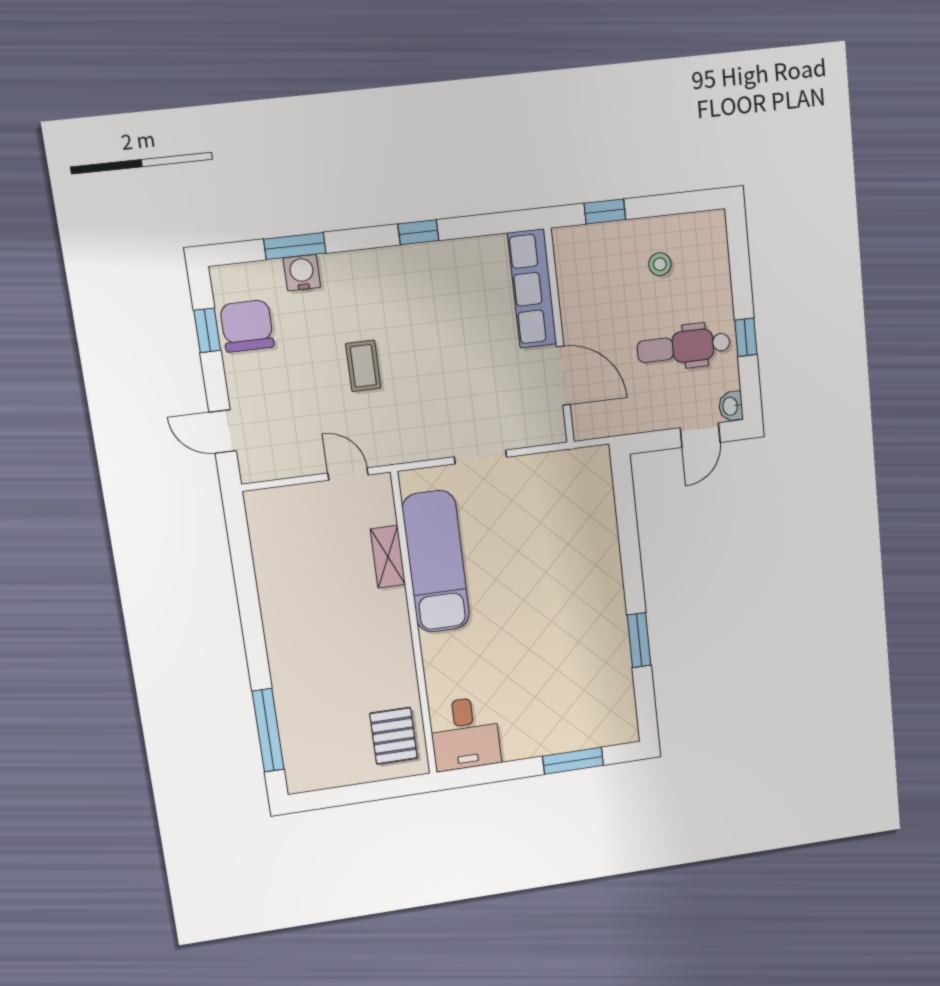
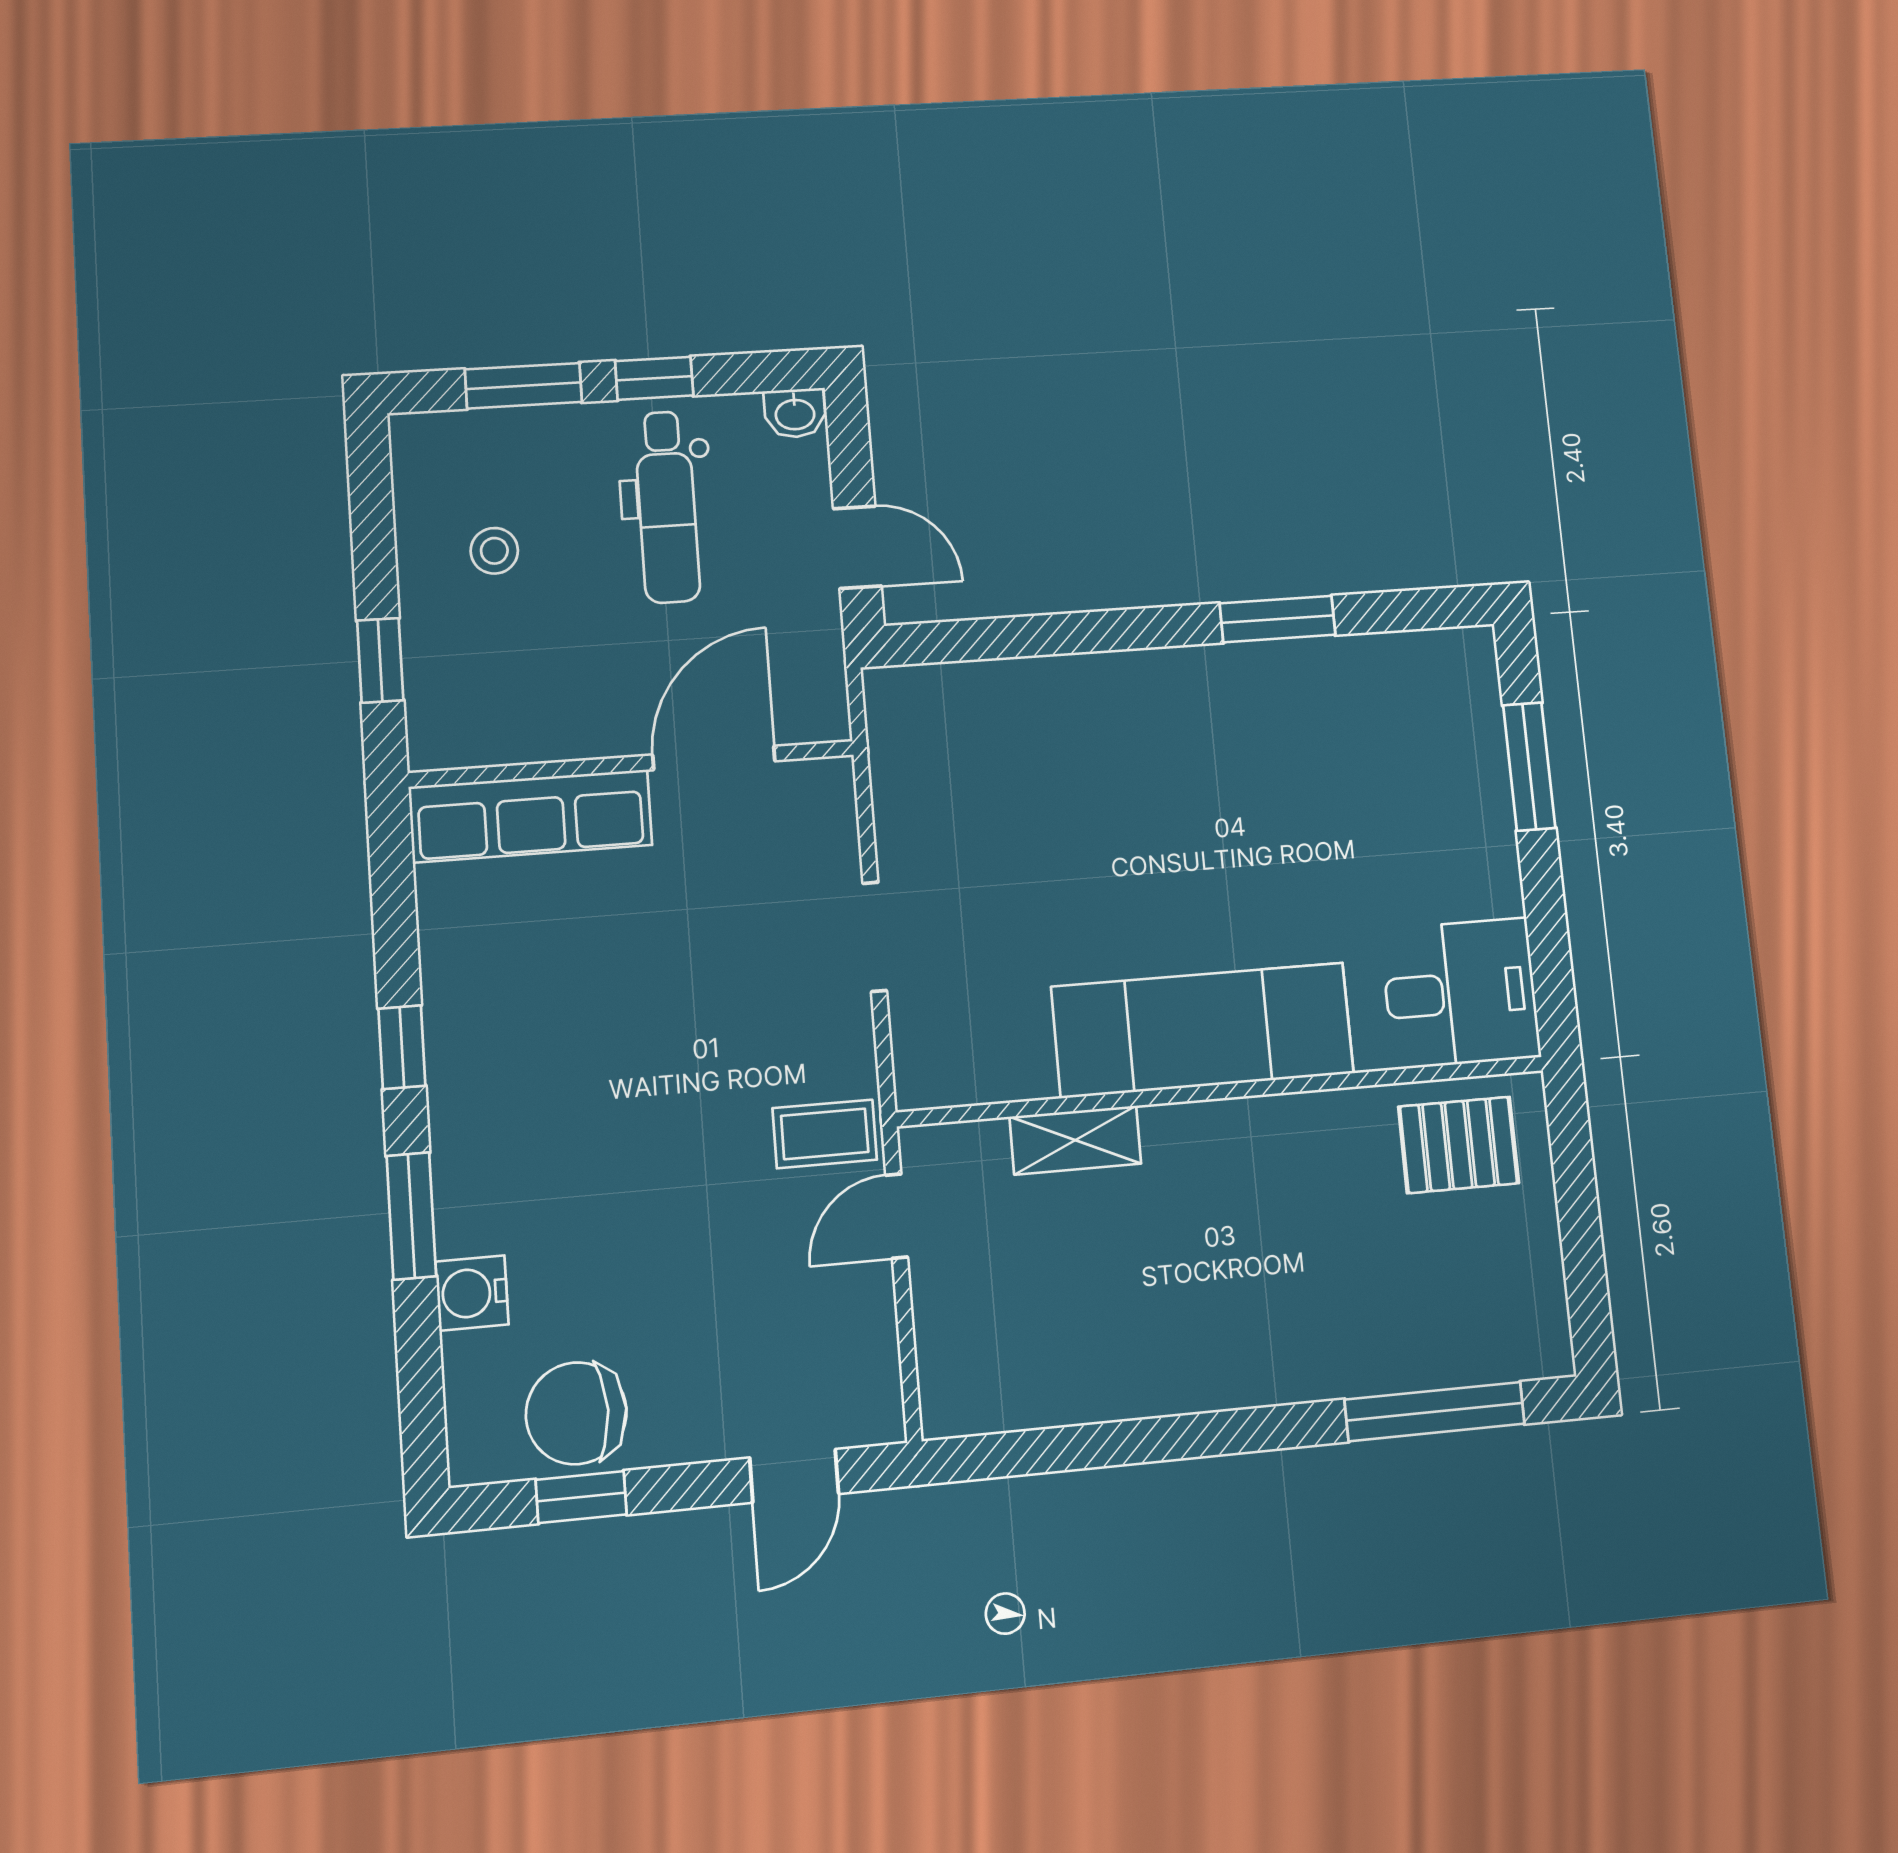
window: (295, 246) -> (411, 1216), moved
window: (741, 274) -> (523, 386), added
coffee table: (363, 366) -> (825, 1134), moved
door: (700, 435) -> (857, 547), moved
exam couch: (436, 562) -> (1203, 1030), moved

